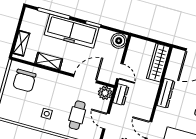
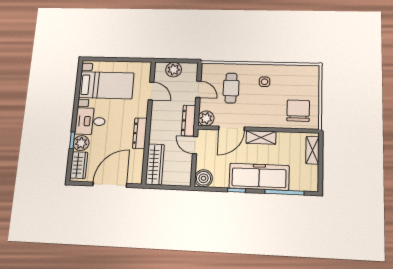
shelving: (49, 61) -> (261, 137), moved
dresser: (121, 95) -> (189, 121), width x1.44

